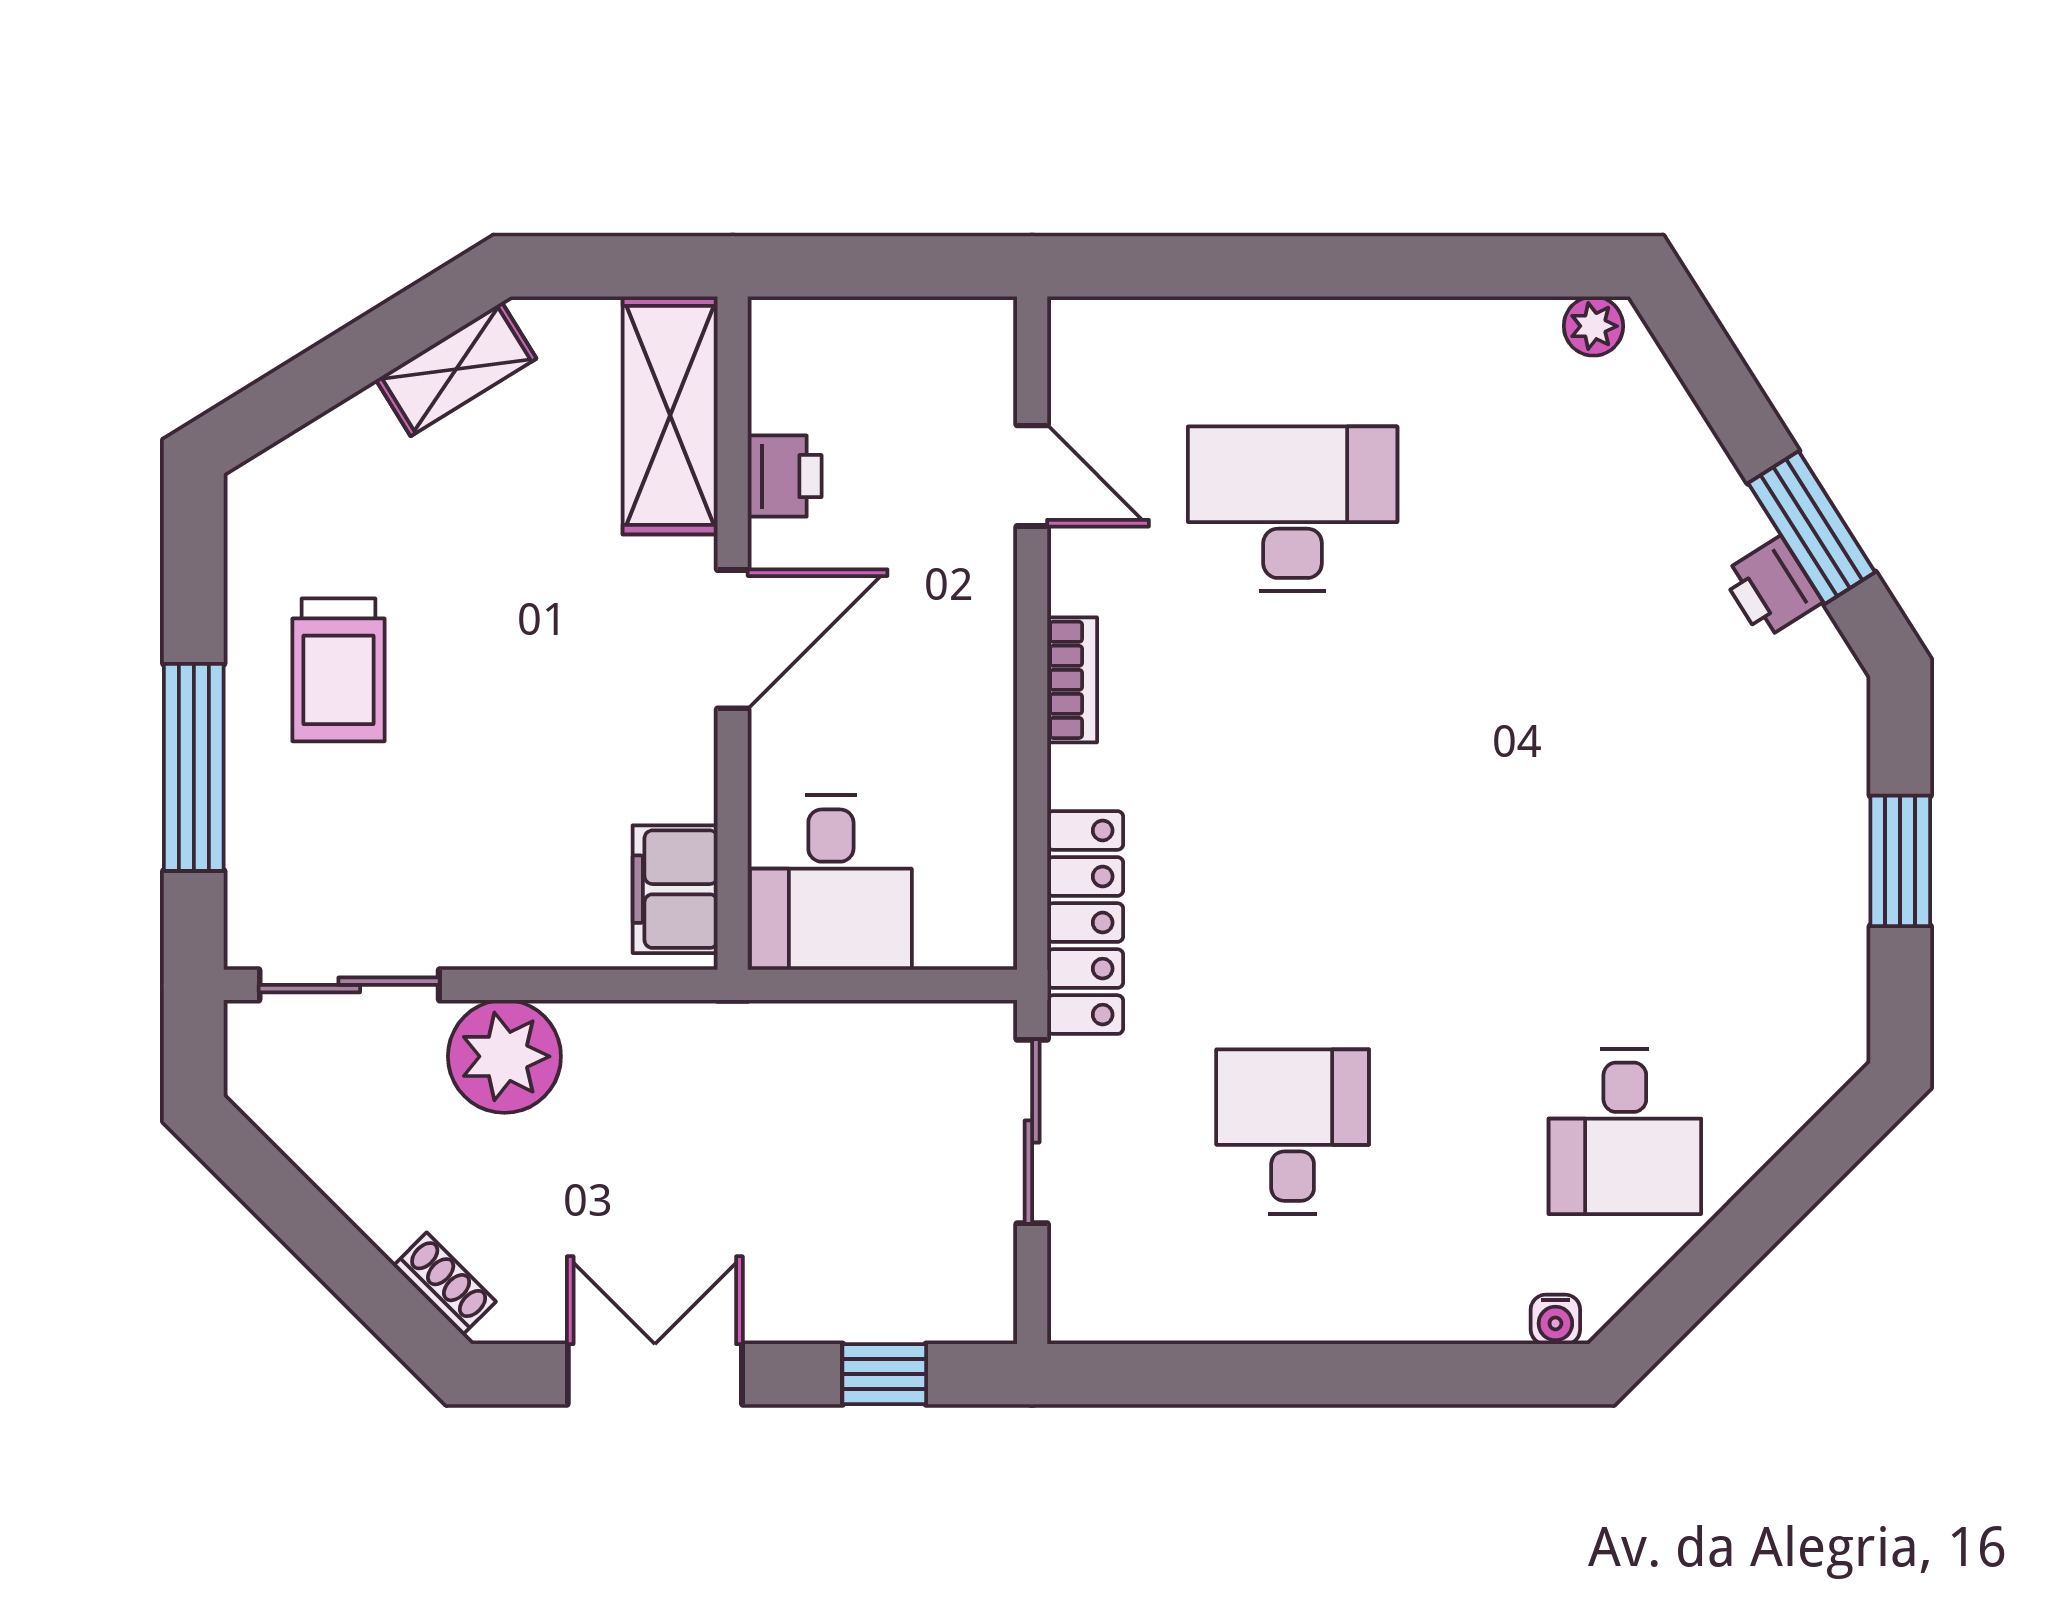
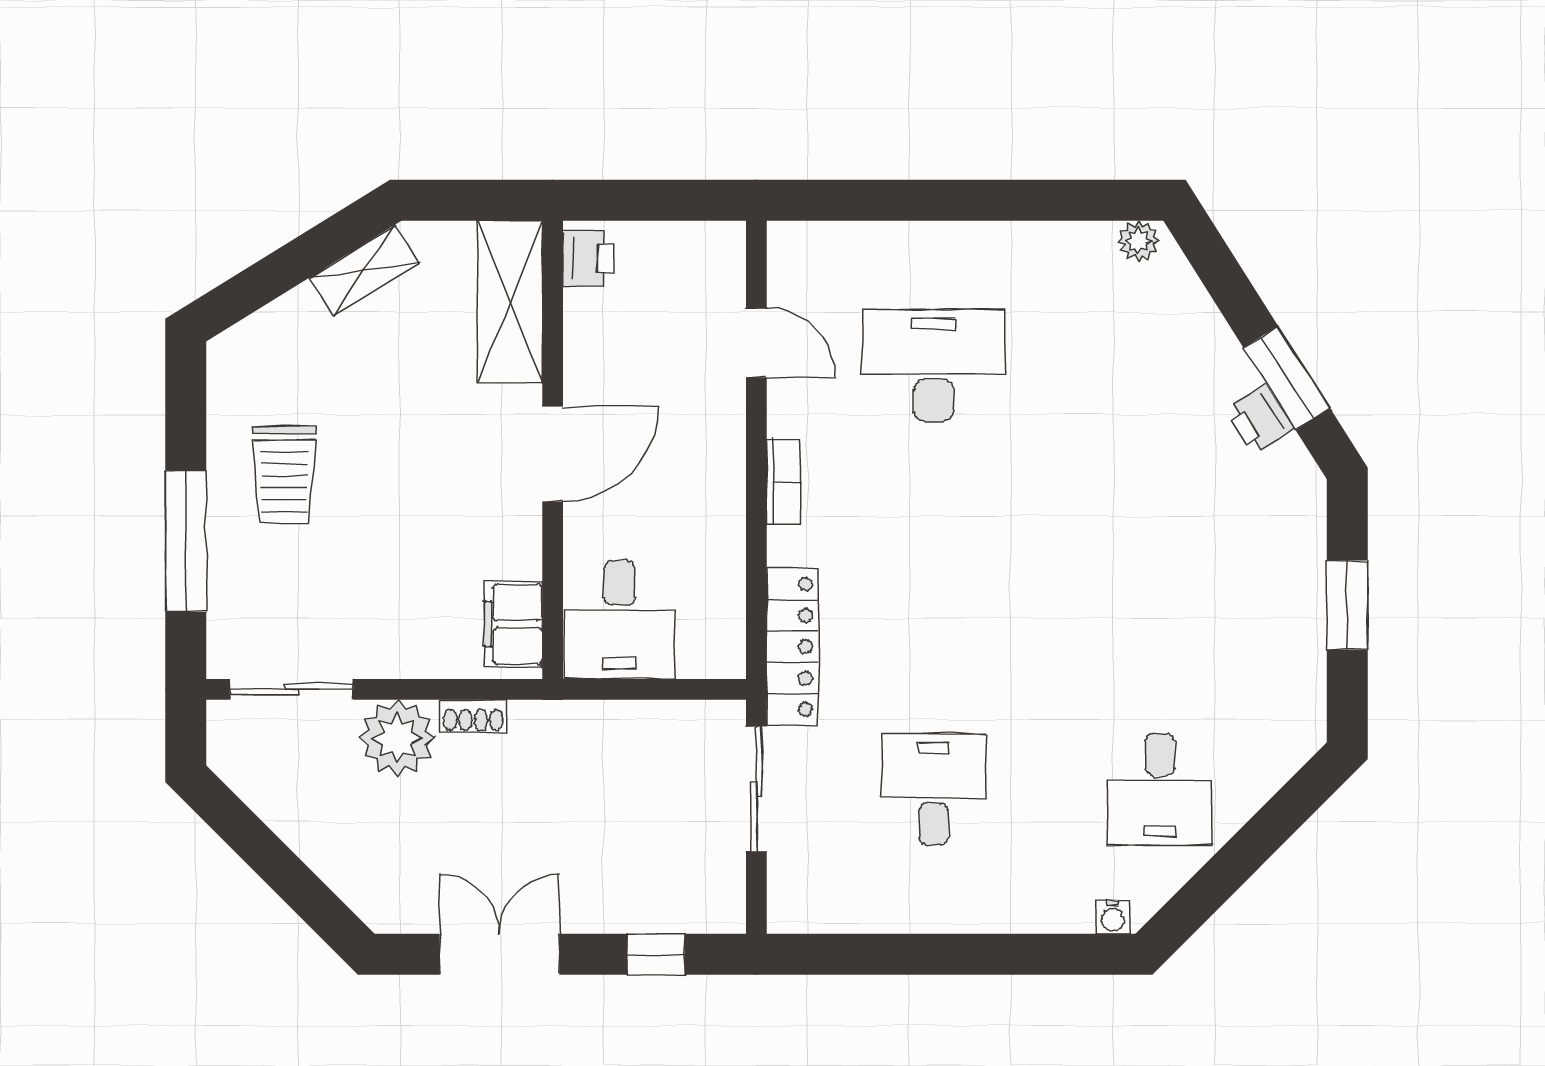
printer: (785, 476) -> (588, 258), moved
shoe rack: (445, 1284) -> (473, 716), moved, turned 135

